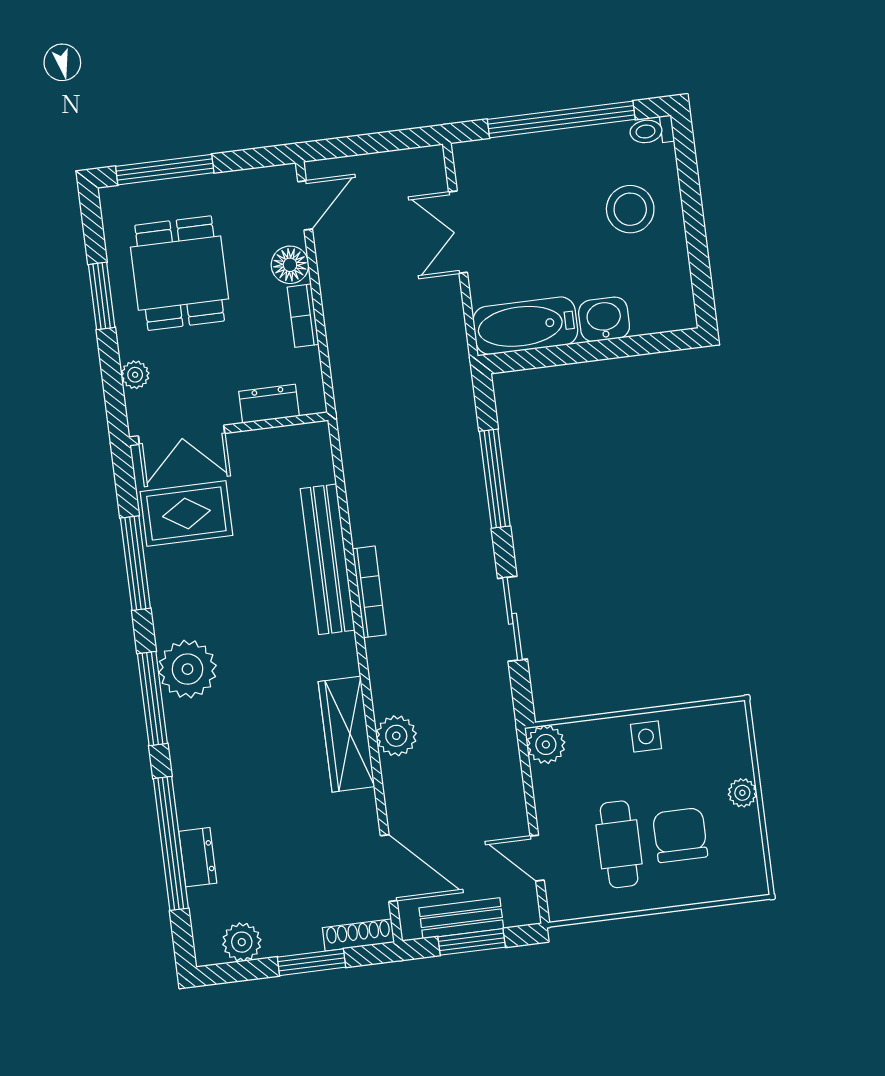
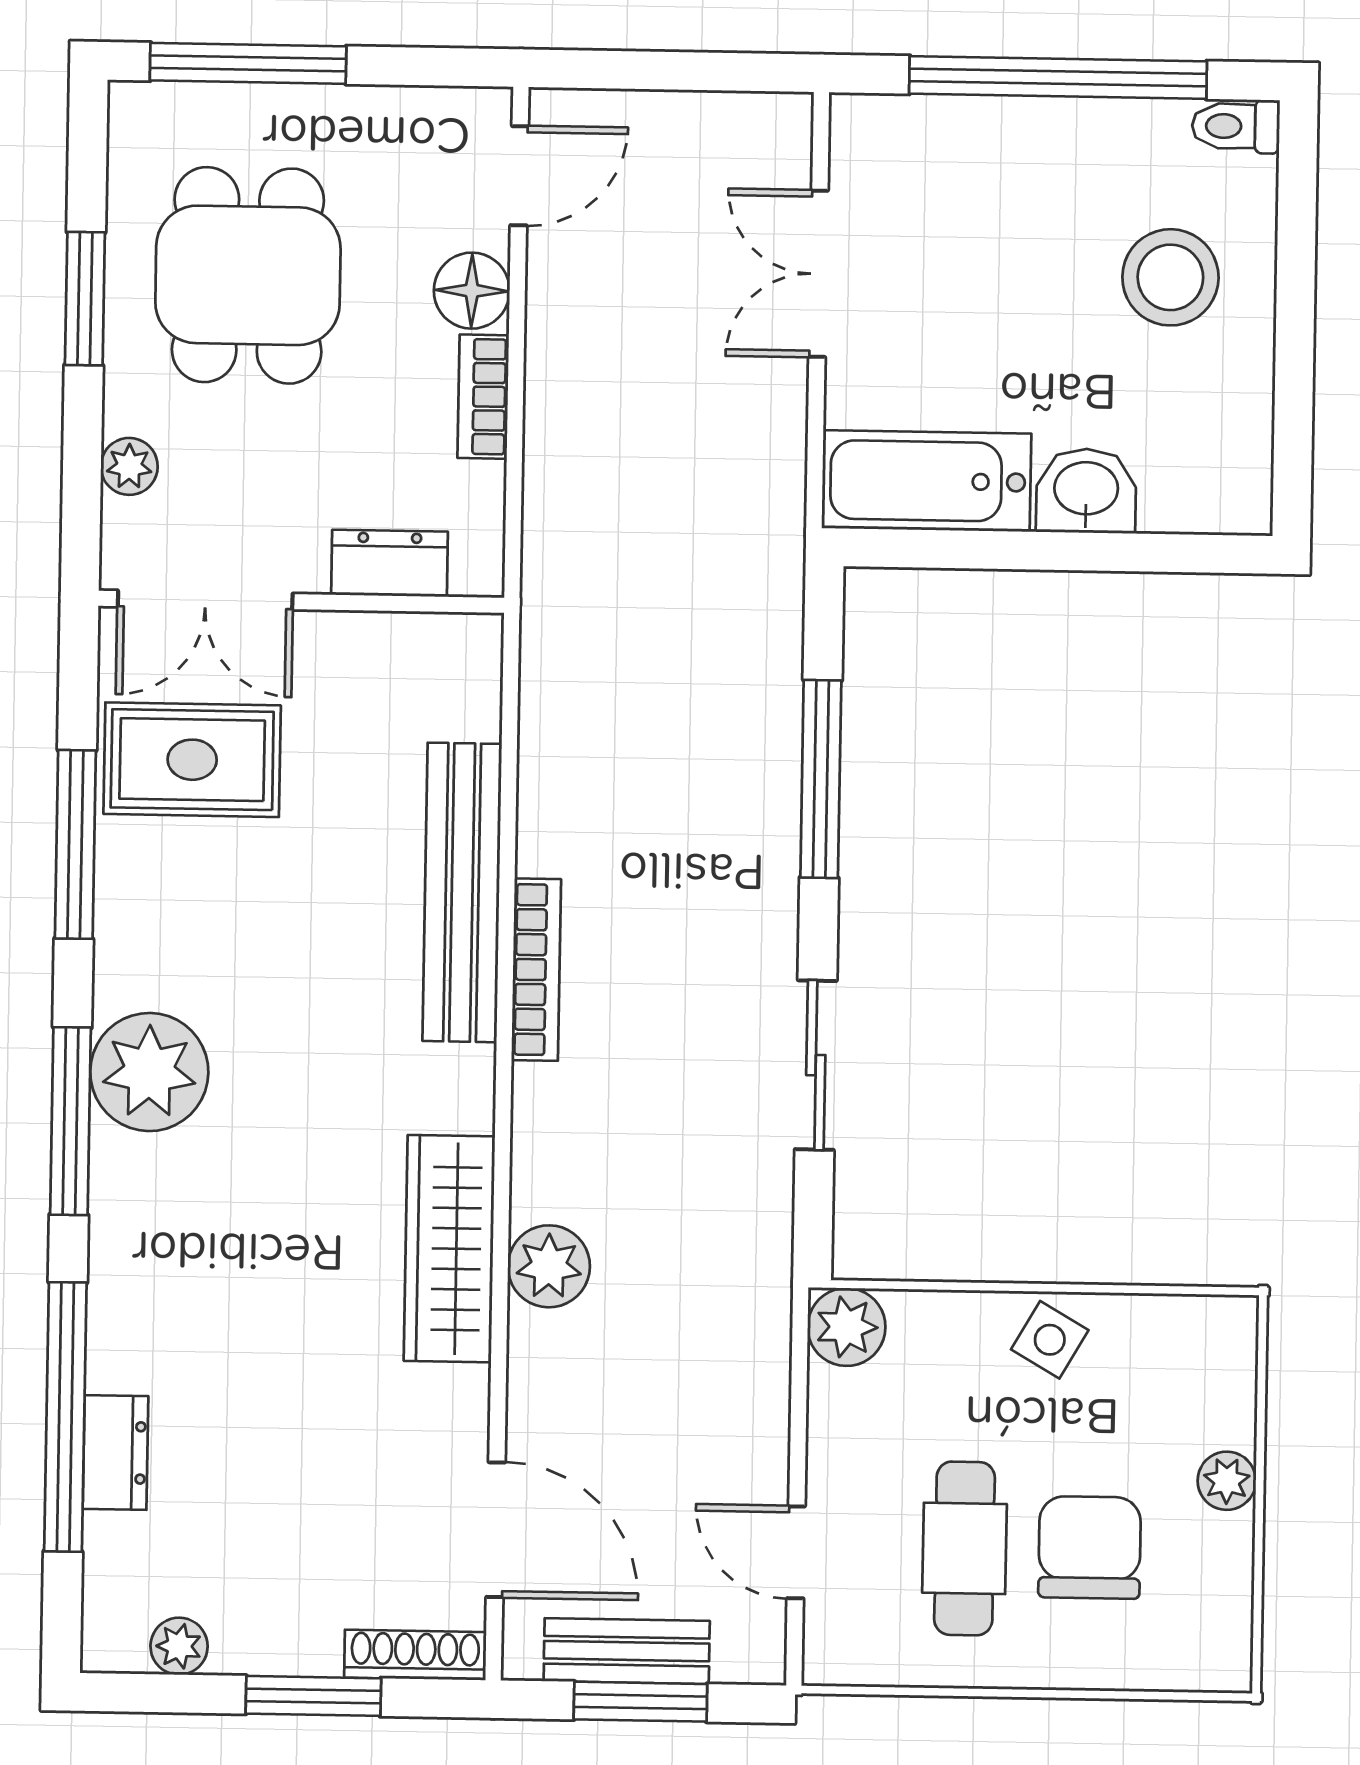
side table: (646, 736) -> (1050, 1340), turned 30
plant: (242, 942) -> (179, 1646), width x0.73, depth x0.73

